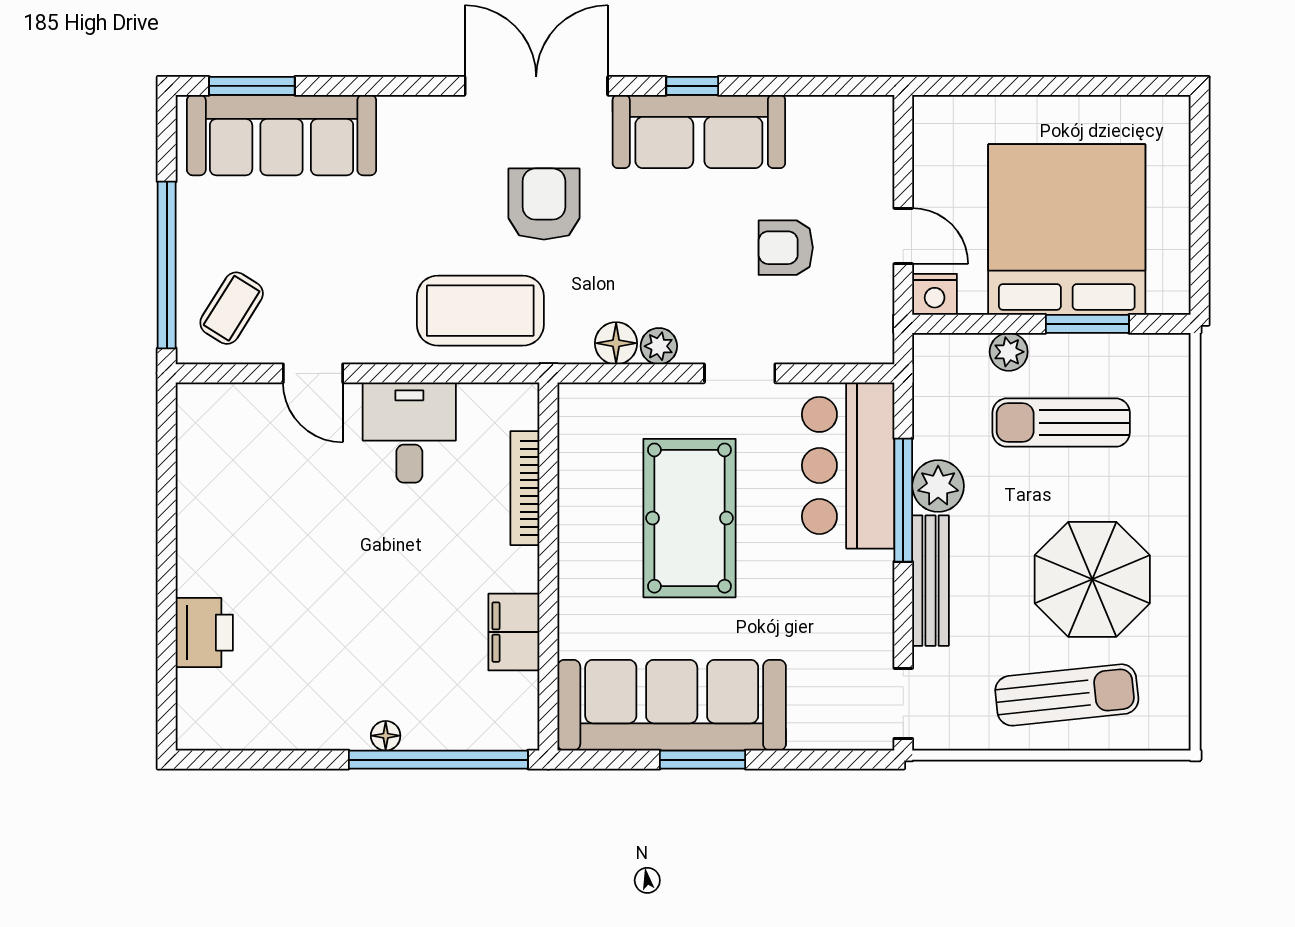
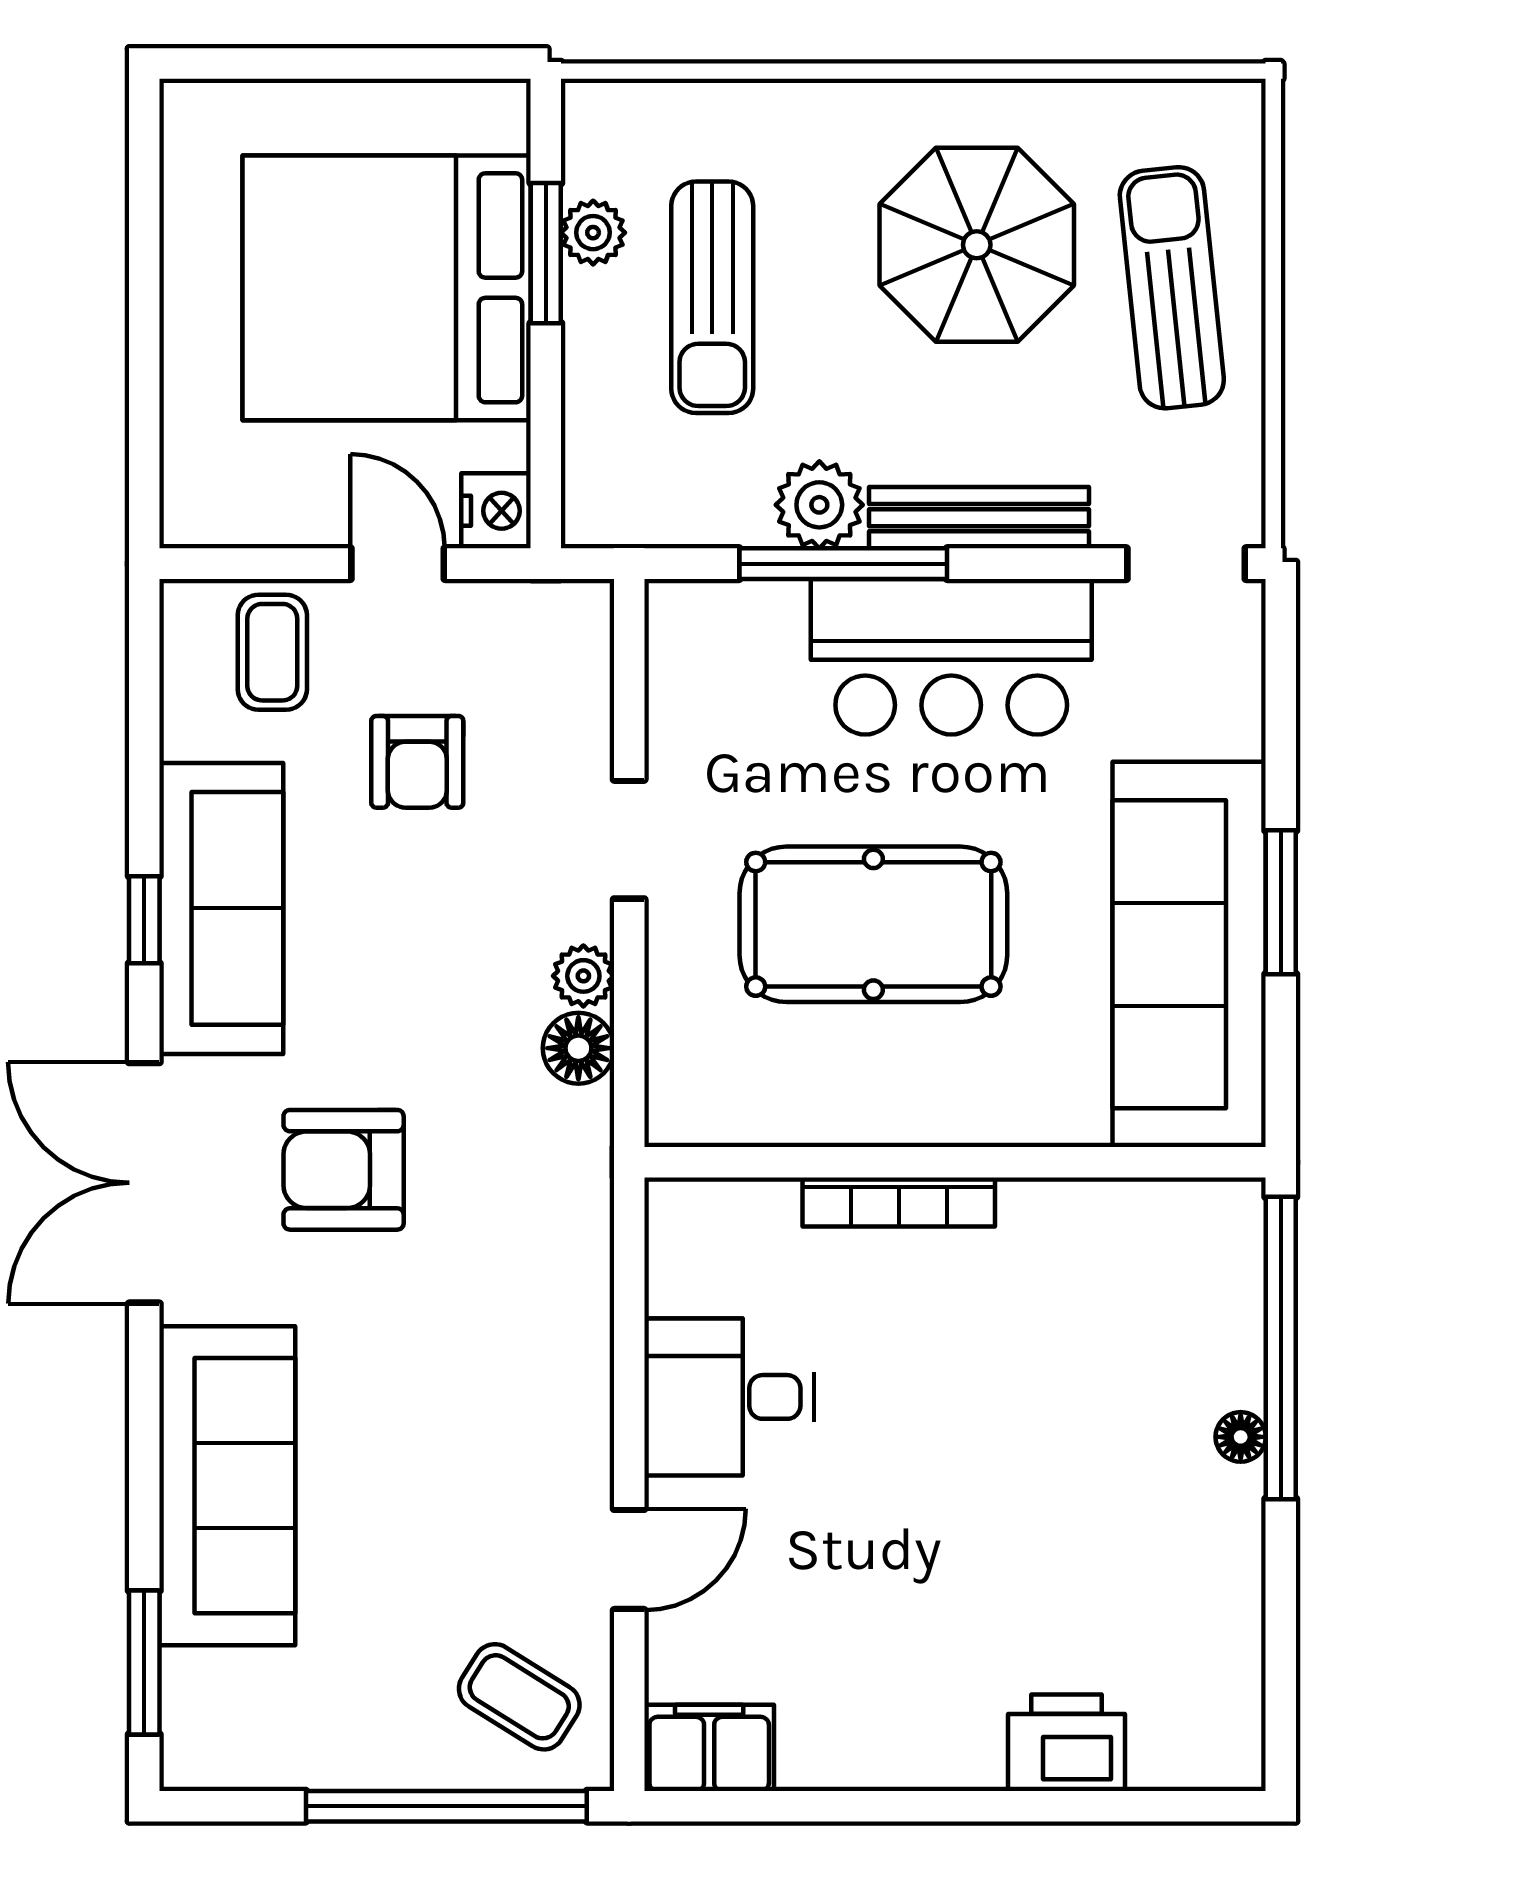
sofa: (282, 135) -> (227, 1486), moved
door: (903, 236) -> (398, 564), hinge flipped
coffee table: (480, 311) -> (272, 652), moved, width x0.54, depth x0.58
plant: (1009, 352) -> (593, 233), moved
bar counter: (848, 465) -> (951, 657), moved
bookcase: (525, 488) -> (899, 1202), moved
filing cabinet: (514, 632) -> (709, 1748), moved, turned 180

